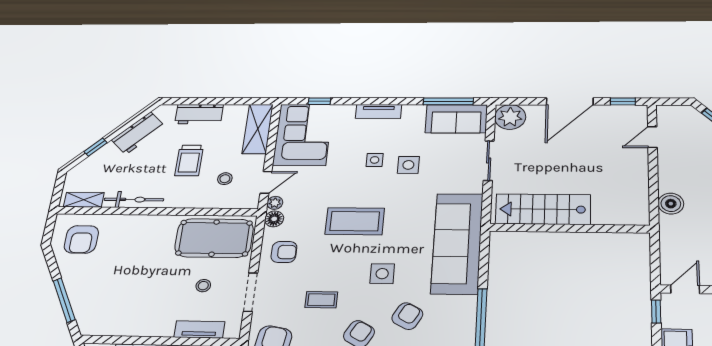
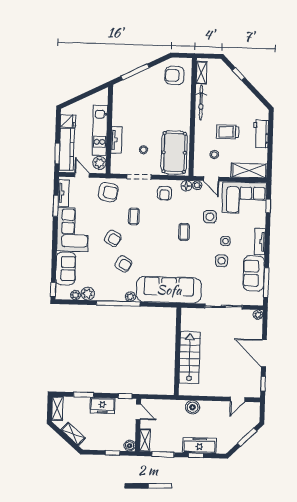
plant: (510, 117) -> (258, 315), width x0.53, depth x0.53
sofa: (456, 119) -> (254, 273), moved
workbench: (138, 133) -> (248, 99), removed
door: (652, 137) -> (238, 399), swing flipped
sliding door: (489, 161) -> (223, 307), width x1.37
stairs: (543, 209) -> (190, 358), moved
coffee table: (355, 221) -> (184, 232), width x0.54, depth x0.58
side table: (382, 274) -> (210, 217), moved
plant: (468, 304) -> (130, 297), added
tv unit: (199, 329) -> (116, 140), moved

